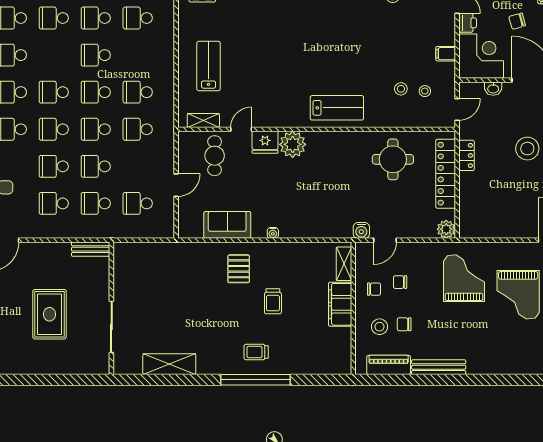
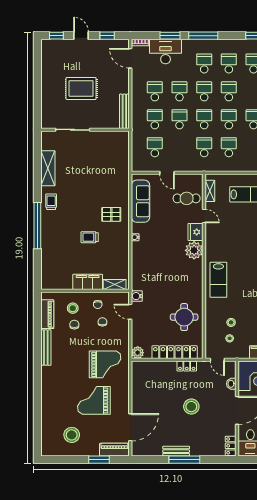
sofa: (227, 225) -> (141, 201), width x1.36
bench: (91, 249) -> (124, 111), width x1.36
trolley: (256, 352) -> (51, 202), moved

